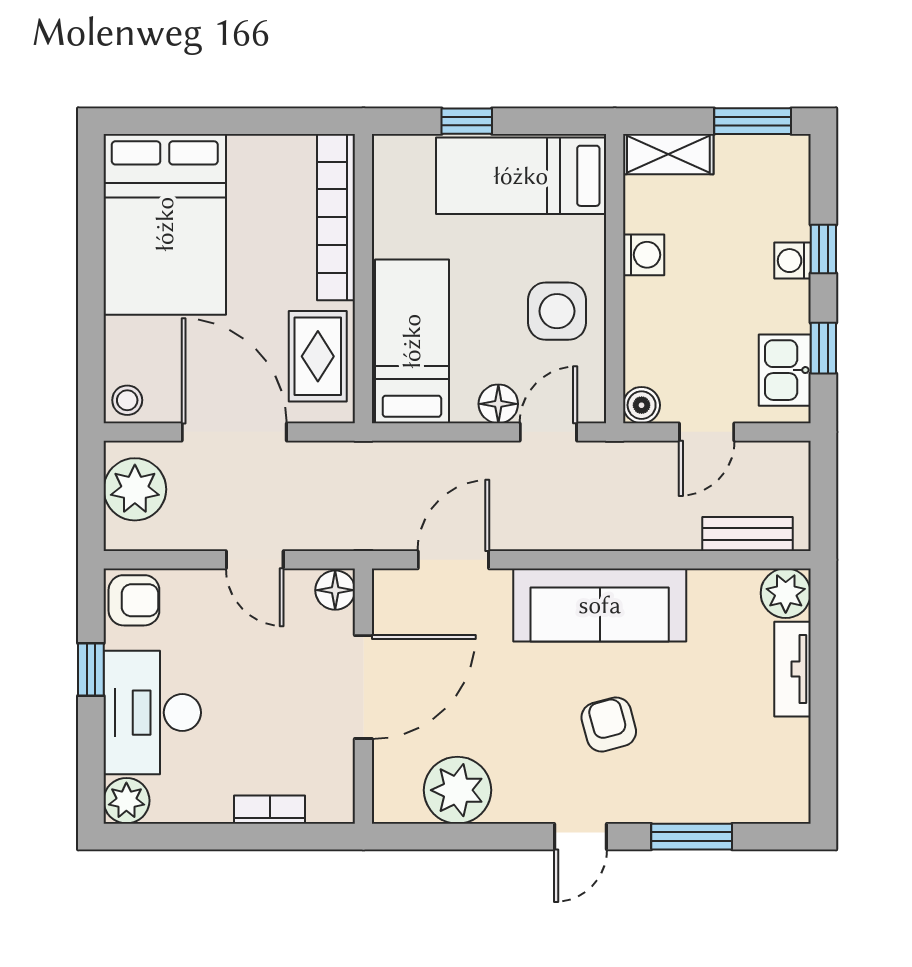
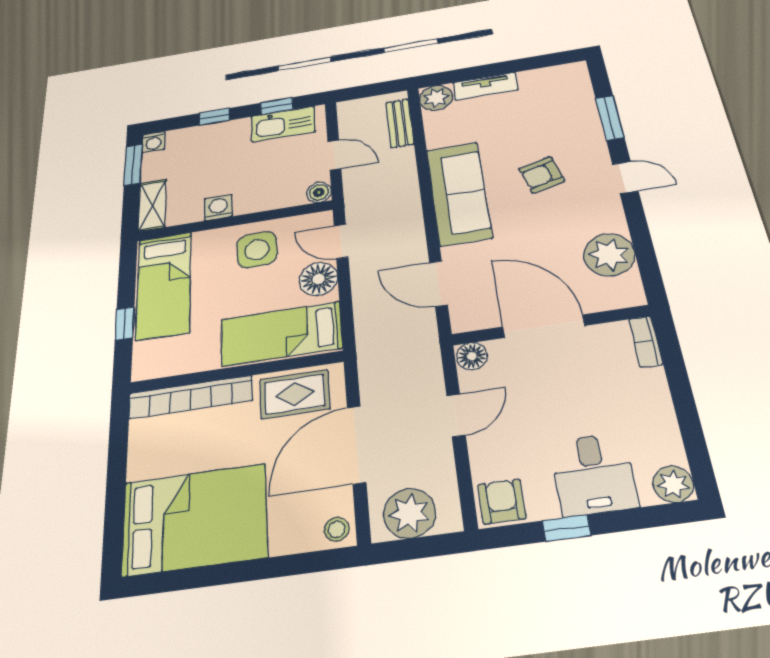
washing machine: (792, 261) -> (153, 142), moved
kitchen sink: (785, 370) -> (283, 124), width x1.38
floor lamp: (498, 404) -> (318, 279), width x1.38, depth x1.38
desk: (152, 713) -> (594, 474), width x0.73
bookcase: (270, 810) -> (646, 341), moved

